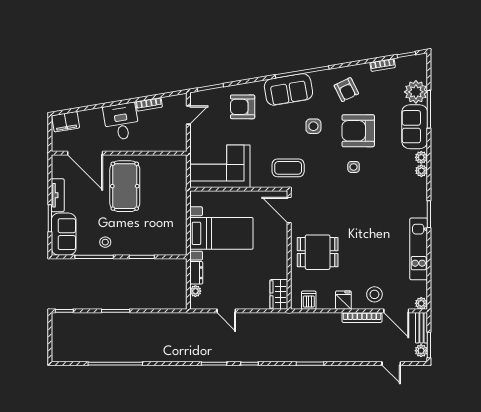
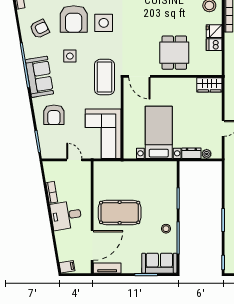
door: (188, 115) -> (74, 160), moved
filing cabinet: (66, 122) -> (67, 267), width x0.50
side table: (354, 167) -> (104, 23), width x1.87, depth x1.87
coffee table: (288, 168) -> (104, 77), width x1.36, depth x1.32
tv unit: (58, 195) -> (107, 268), moved
door: (289, 210) -> (139, 76), hinge flipped
dishwasher: (309, 300) -> (214, 45), moved

